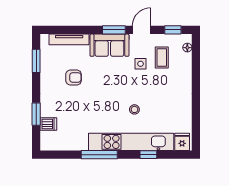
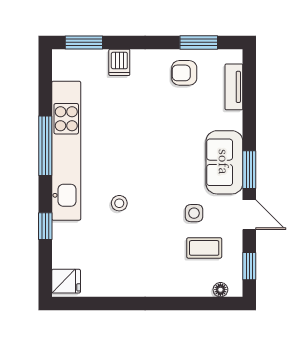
tv unit: (69, 39) -> (234, 87), width x0.71
armchair: (74, 77) -> (184, 73), moved, turned 90
window: (36, 114) -> (84, 42), moved
dishwasher: (48, 124) -> (119, 62), moved
kitchen unit: (131, 142) -> (66, 151), moved

